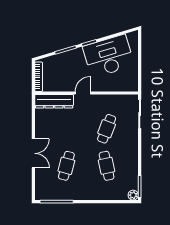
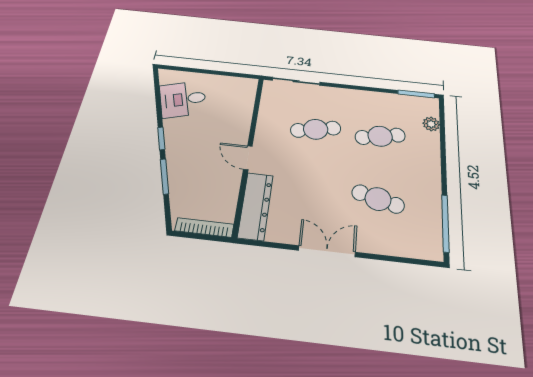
desk: (109, 56) -> (183, 99), width x0.53, depth x0.77
cafe table: (107, 129) -> (316, 129), turned -33
double door: (33, 153) -> (327, 251), moved
plant: (133, 195) -> (431, 124), moved

